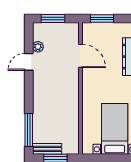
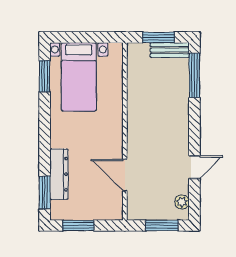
window: (102, 18) -> (78, 225), moved
plant: (38, 47) -> (182, 202), moved

